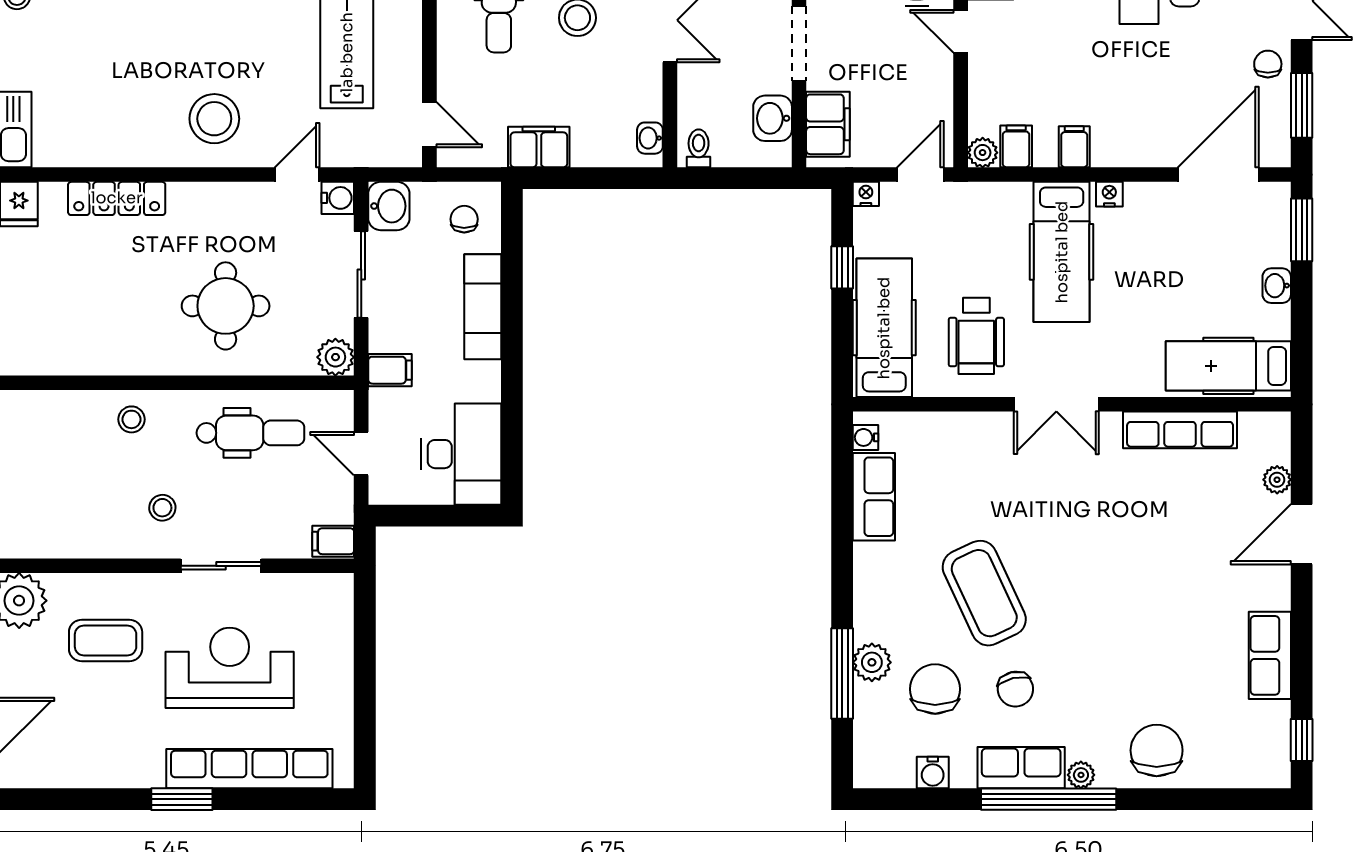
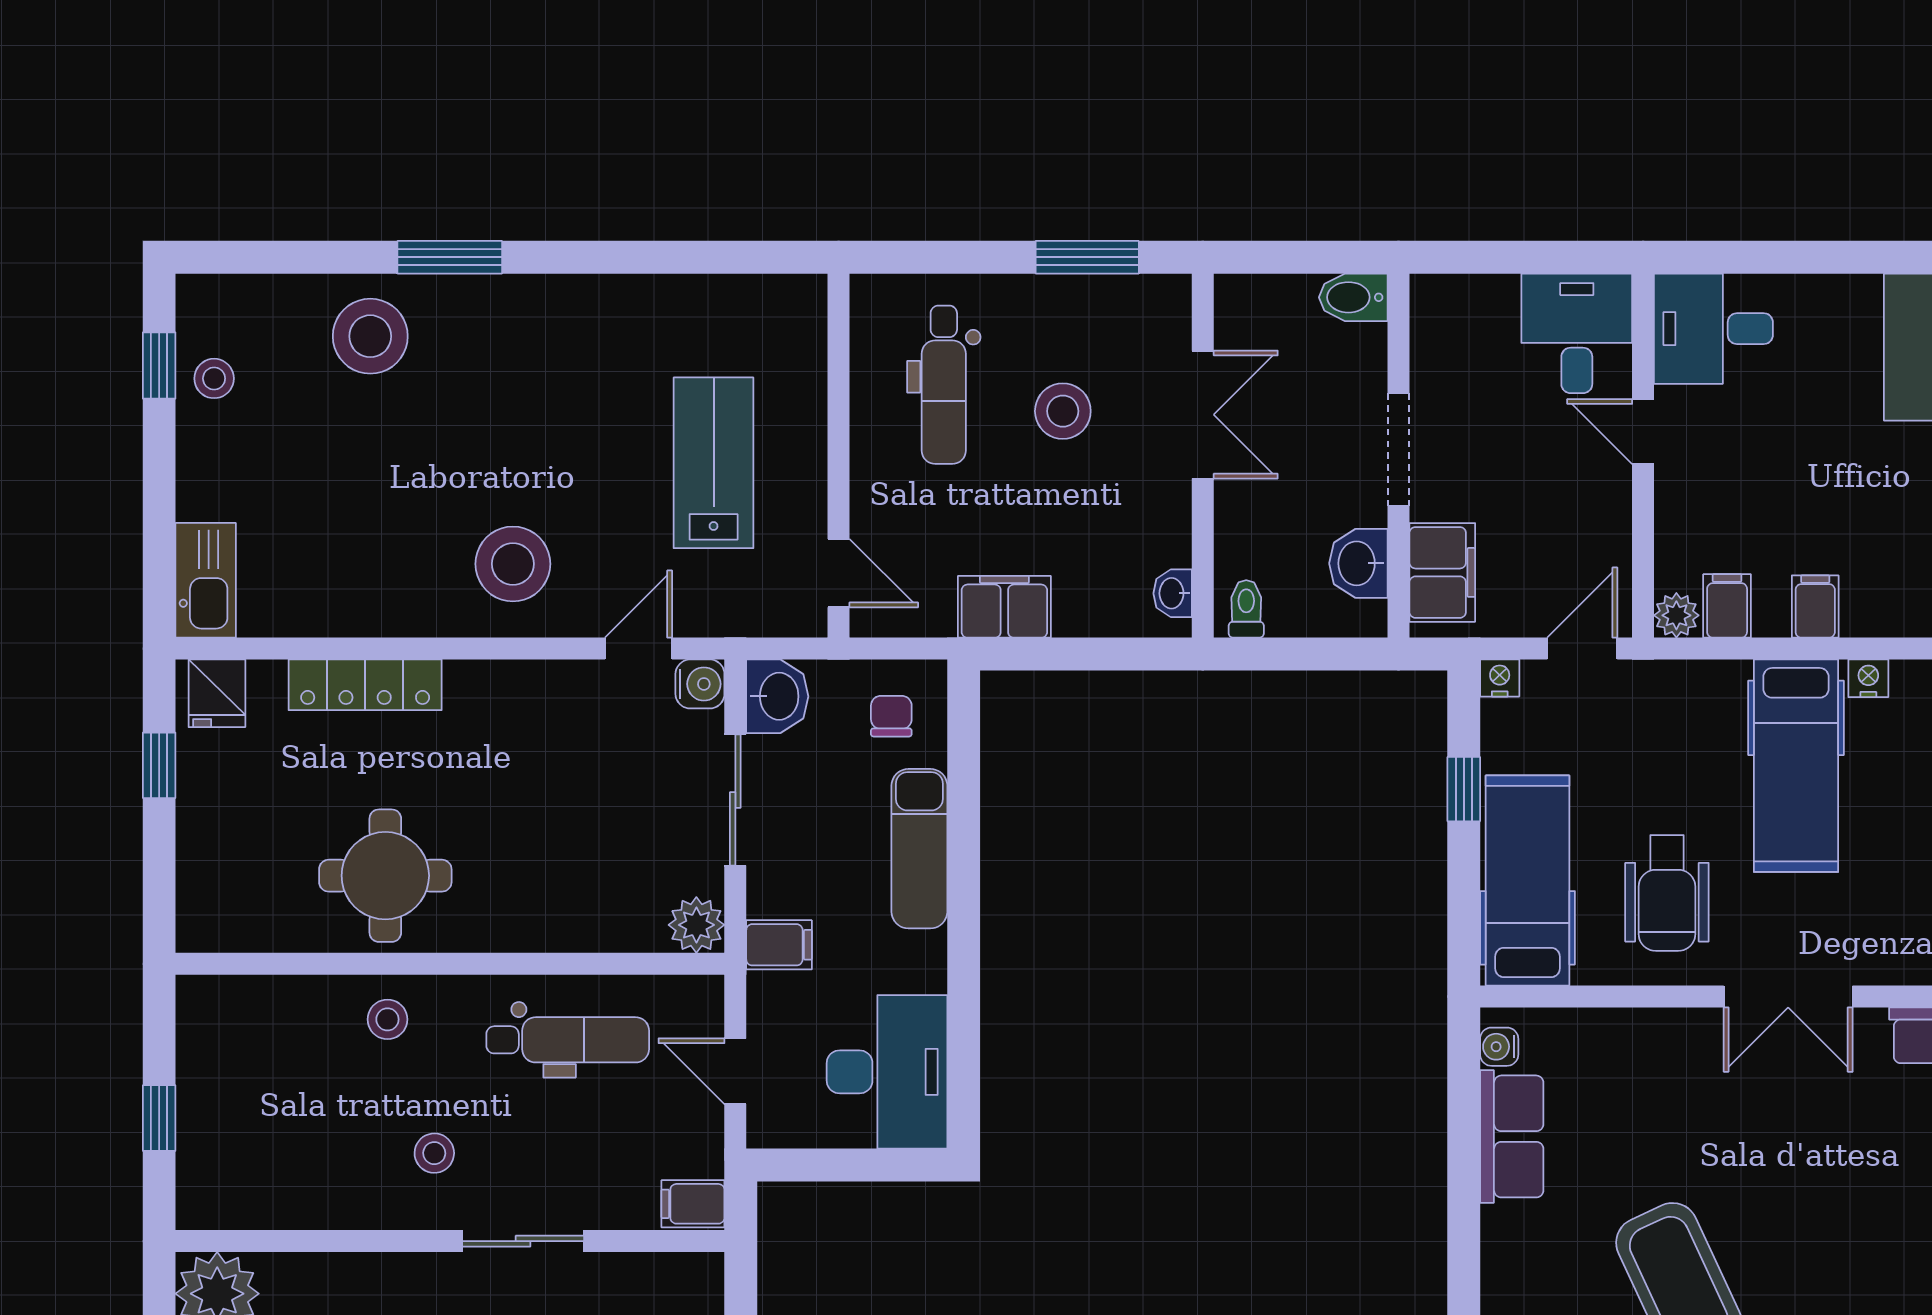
round table: (226, 306) -> (385, 876), moved

